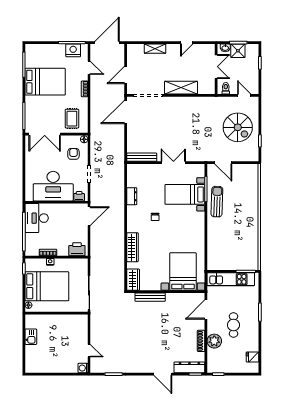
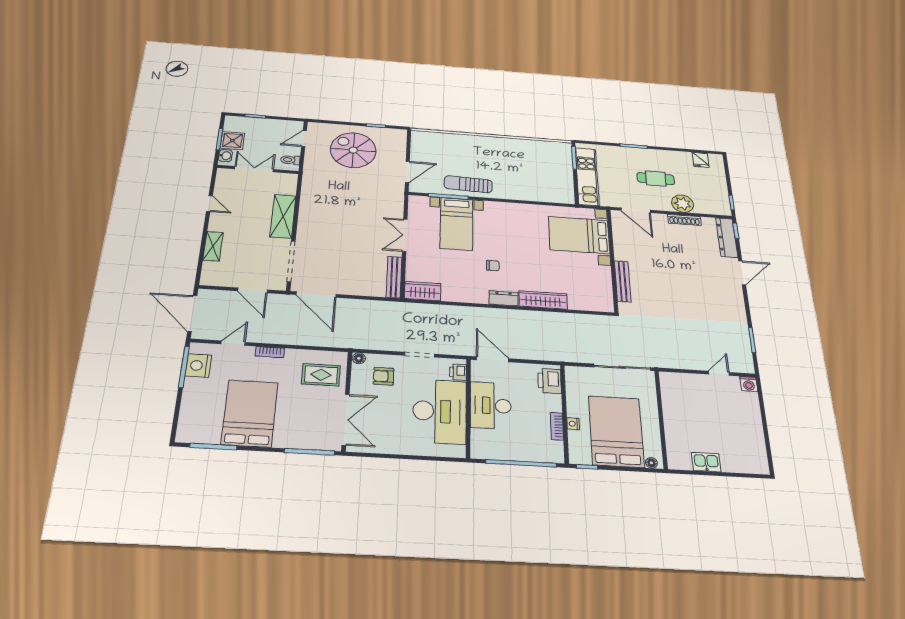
spiral stairs: (238, 127) -> (353, 150), turned -90
dresser: (132, 196) -> (504, 298), moved
desk: (37, 218) -> (491, 405), moved, turned 90
wardrobe: (133, 280) -> (423, 291), moved

